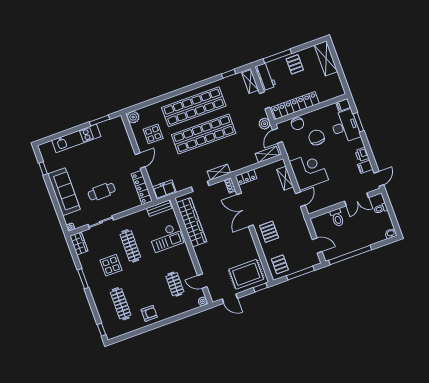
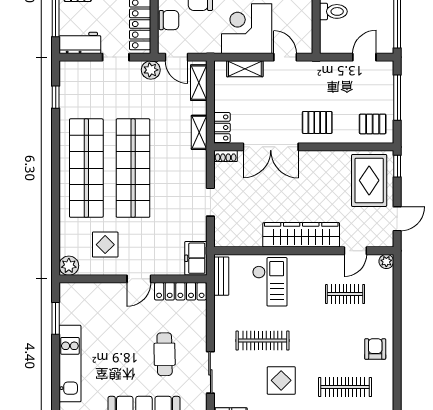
shelving: (250, 81) -> (79, 69), removed
door: (140, 161) -> (139, 279), swing flipped
shelving: (219, 172) -> (199, 132), moved
wardrobe: (191, 222) -> (301, 235), moved

